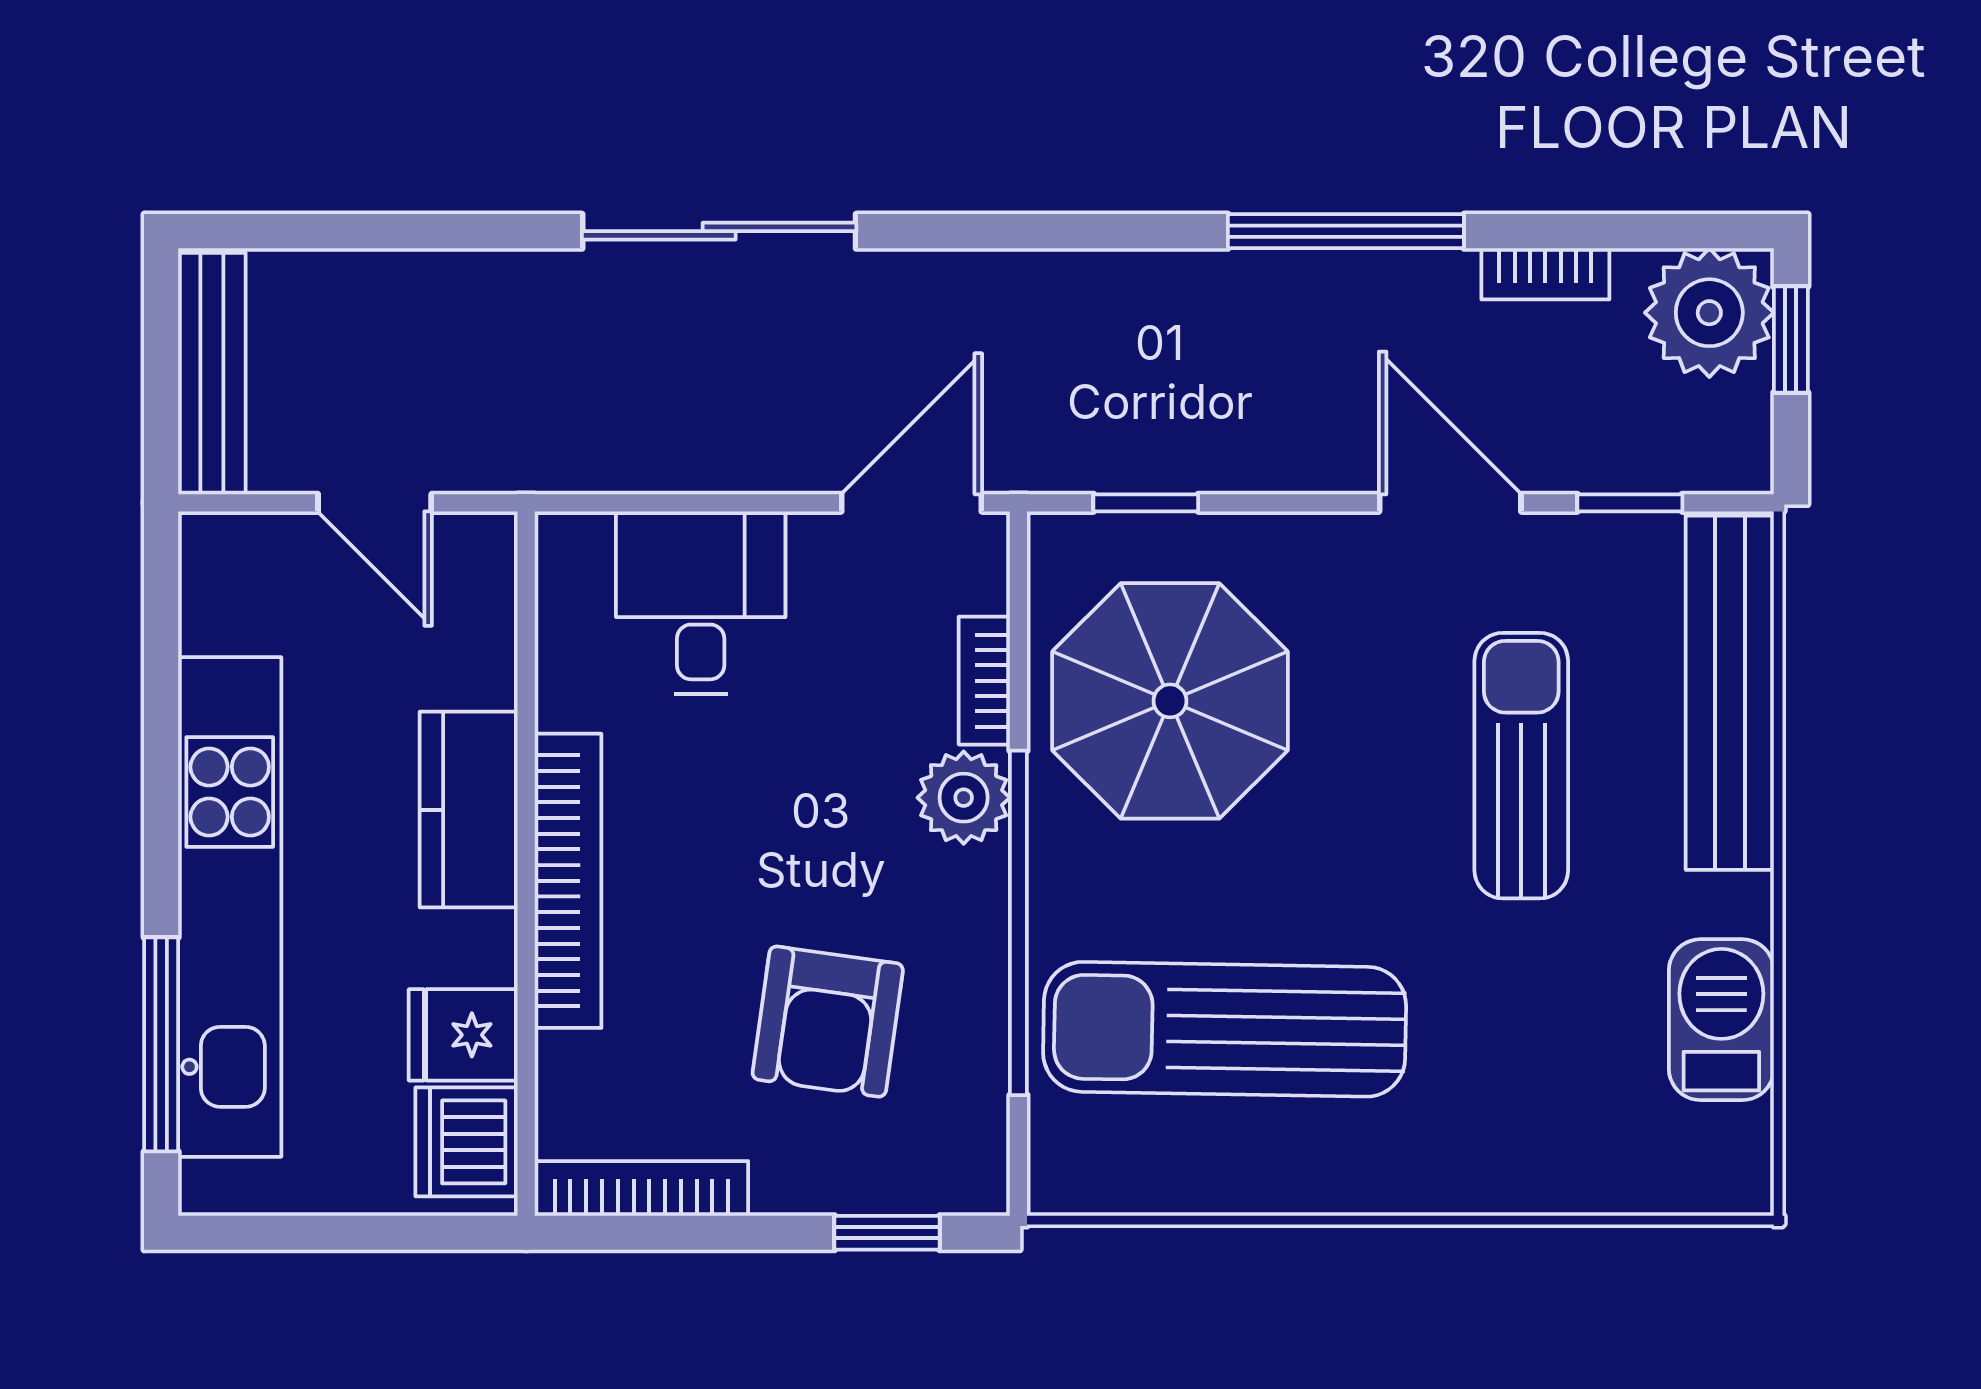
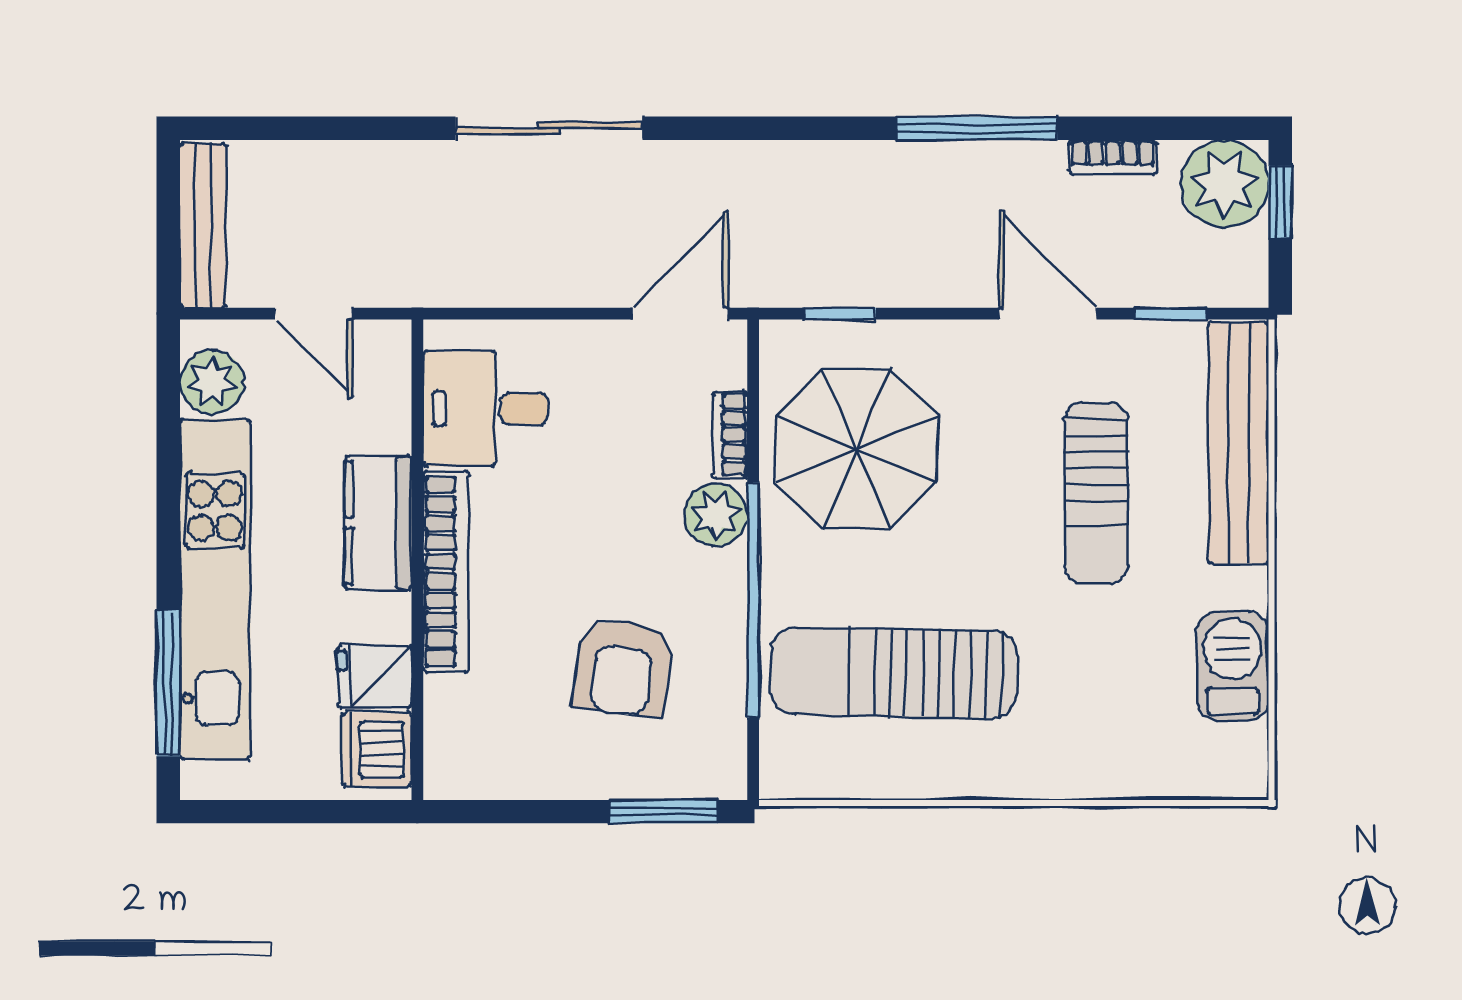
plant: (225, 603) -> (212, 382), added
desk: (701, 603) -> (485, 409), moved, turned -90
sun lounger: (1521, 766) -> (1096, 493), turned 180
bookcase: (641, 1188) -> (496, 781), removed
window: (887, 1233) -> (664, 812), width x1.50

